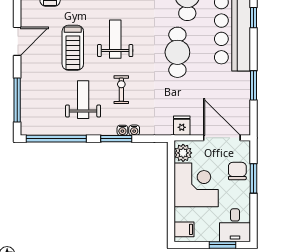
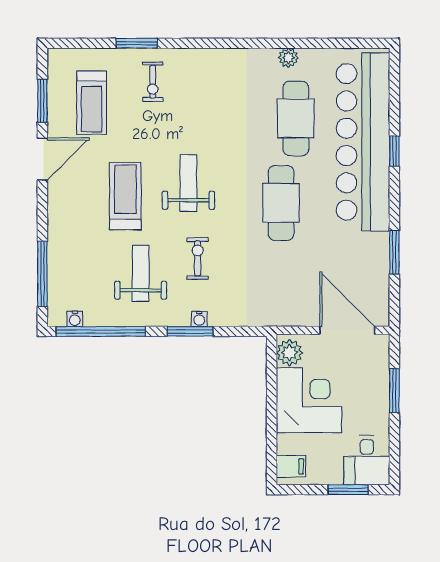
door: (17, 41) -> (42, 159), moved
treadmill: (73, 48) -> (125, 196), turned 180
fridge: (182, 126) -> (288, 312), removed
water cooler: (134, 130) -> (75, 319), moved
chair: (237, 171) -> (370, 380), removed

